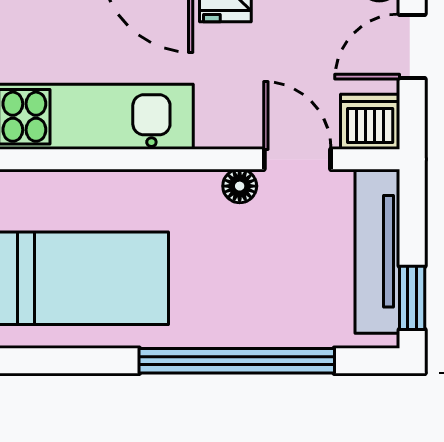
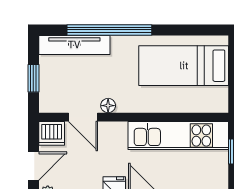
tv unit: (377, 251) -> (74, 45), moved, turned 90
window: (412, 298) -> (33, 78), moved

